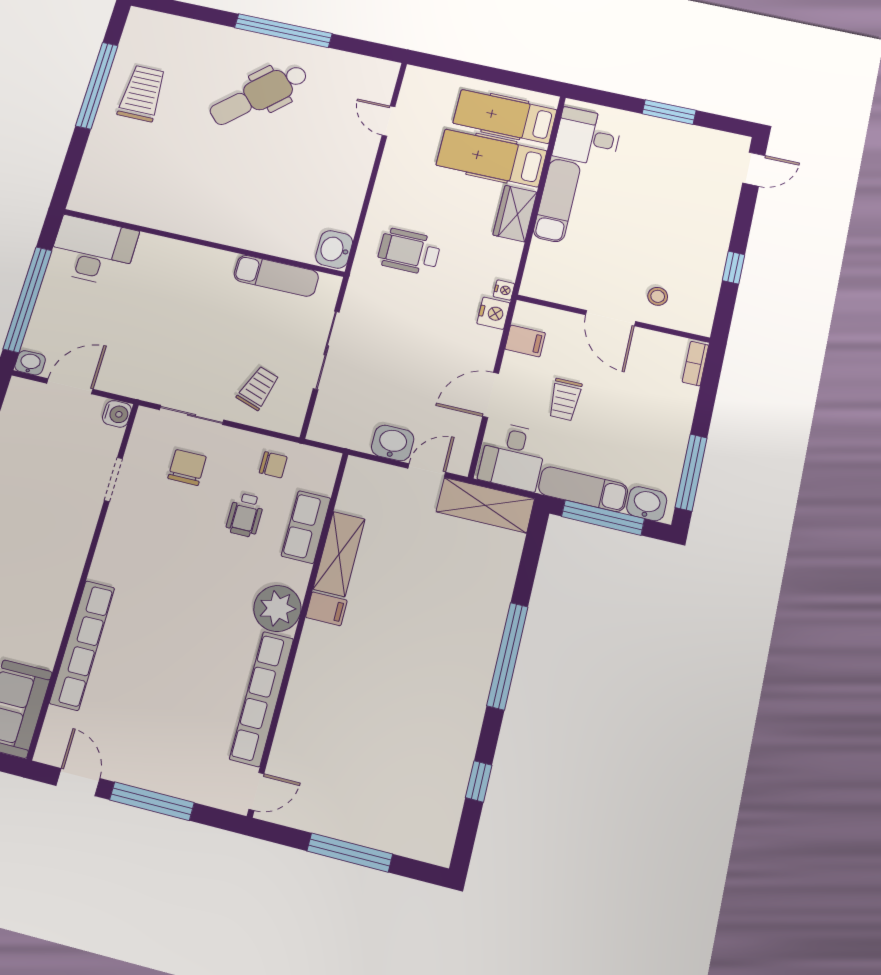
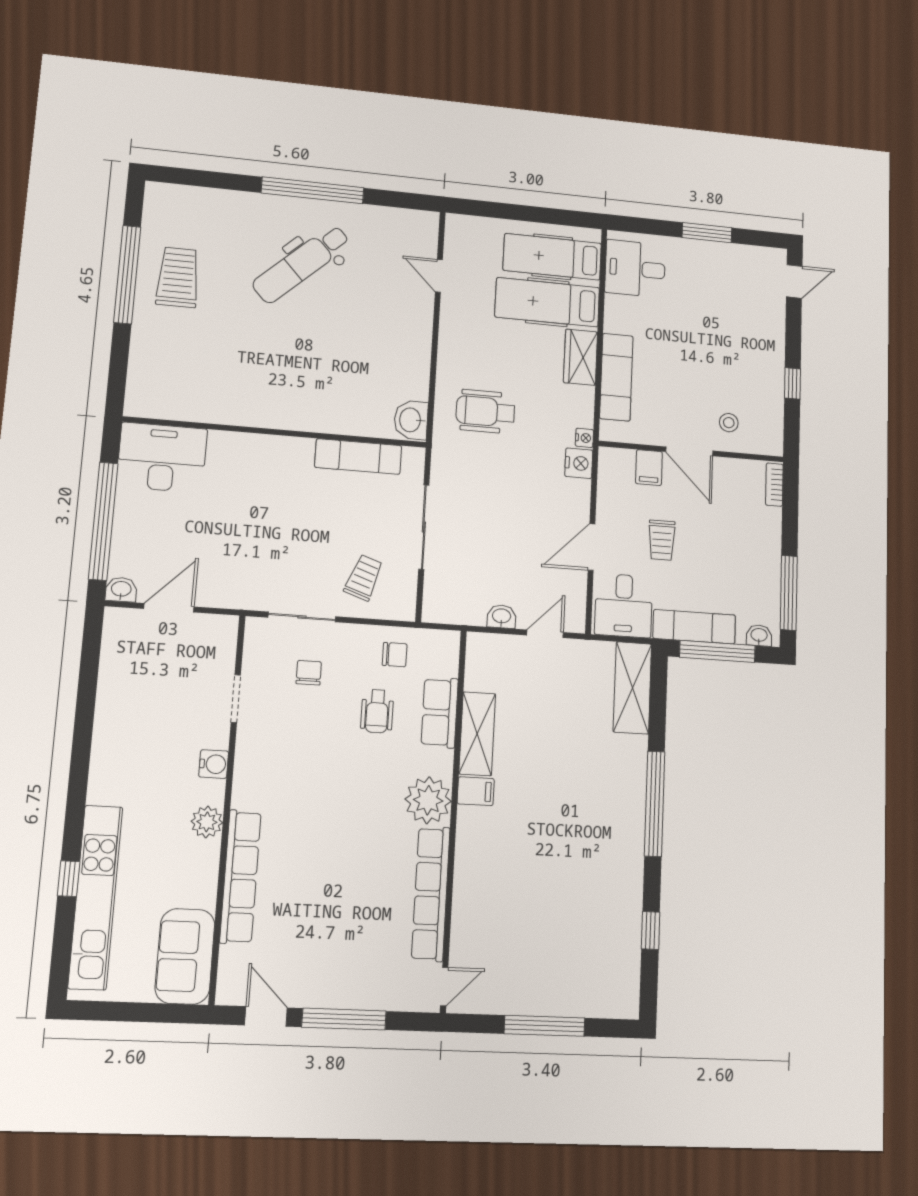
exam couch: (557, 200) -> (616, 377), moved
filing cabinet: (525, 341) -> (649, 468), moved, turned 90
water cooler: (117, 414) -> (214, 764), moved
washbasin: (393, 443) -> (502, 617), width x0.72, depth x0.69
chair: (187, 468) -> (309, 673), width x0.73, depth x0.73
washbasin: (647, 504) -> (759, 635), width x0.72, depth x0.69
shelving: (485, 505) -> (632, 688), moved, turned 90
plant: (62, 588) -> (207, 822), added

